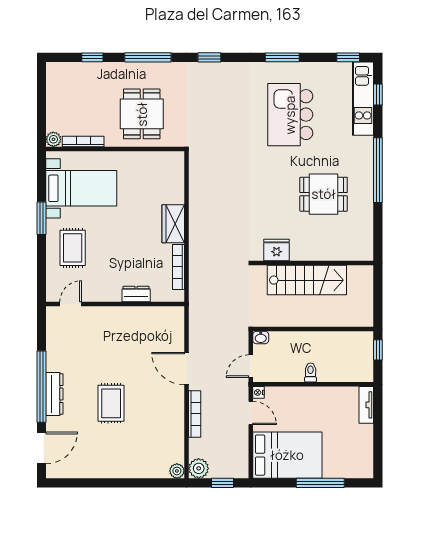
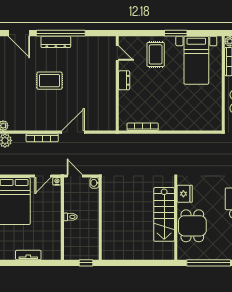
wardrobe: (173, 224) -> (172, 123), removed
rug: (73, 248) -> (156, 54), turned 90
fridge: (277, 250) -> (185, 194), moved
wall: (313, 263) -> (176, 219), moved
stairs: (307, 280) -> (164, 214), moved
dresser: (136, 294) -> (124, 80), moved
tv unit: (366, 405) -> (28, 255), moved

